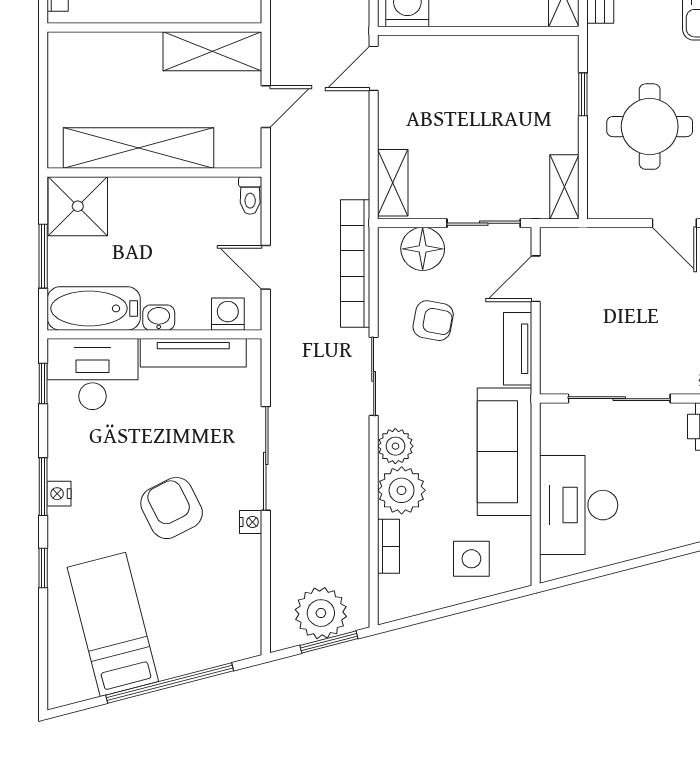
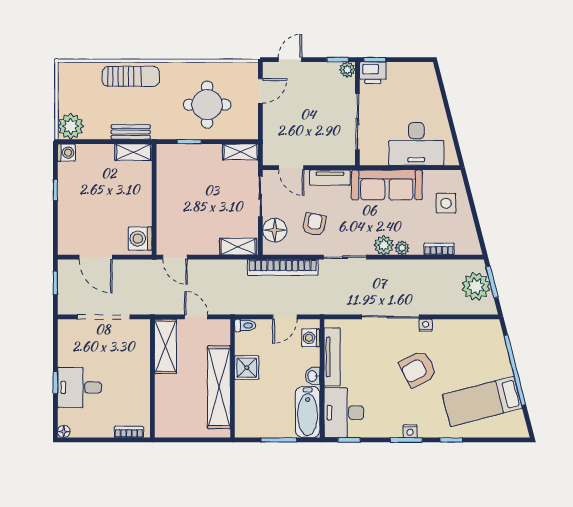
shower: (78, 206) -> (247, 368), moved, width x0.73, depth x0.73
plant: (402, 490) -> (402, 248), width x0.53, depth x0.53

